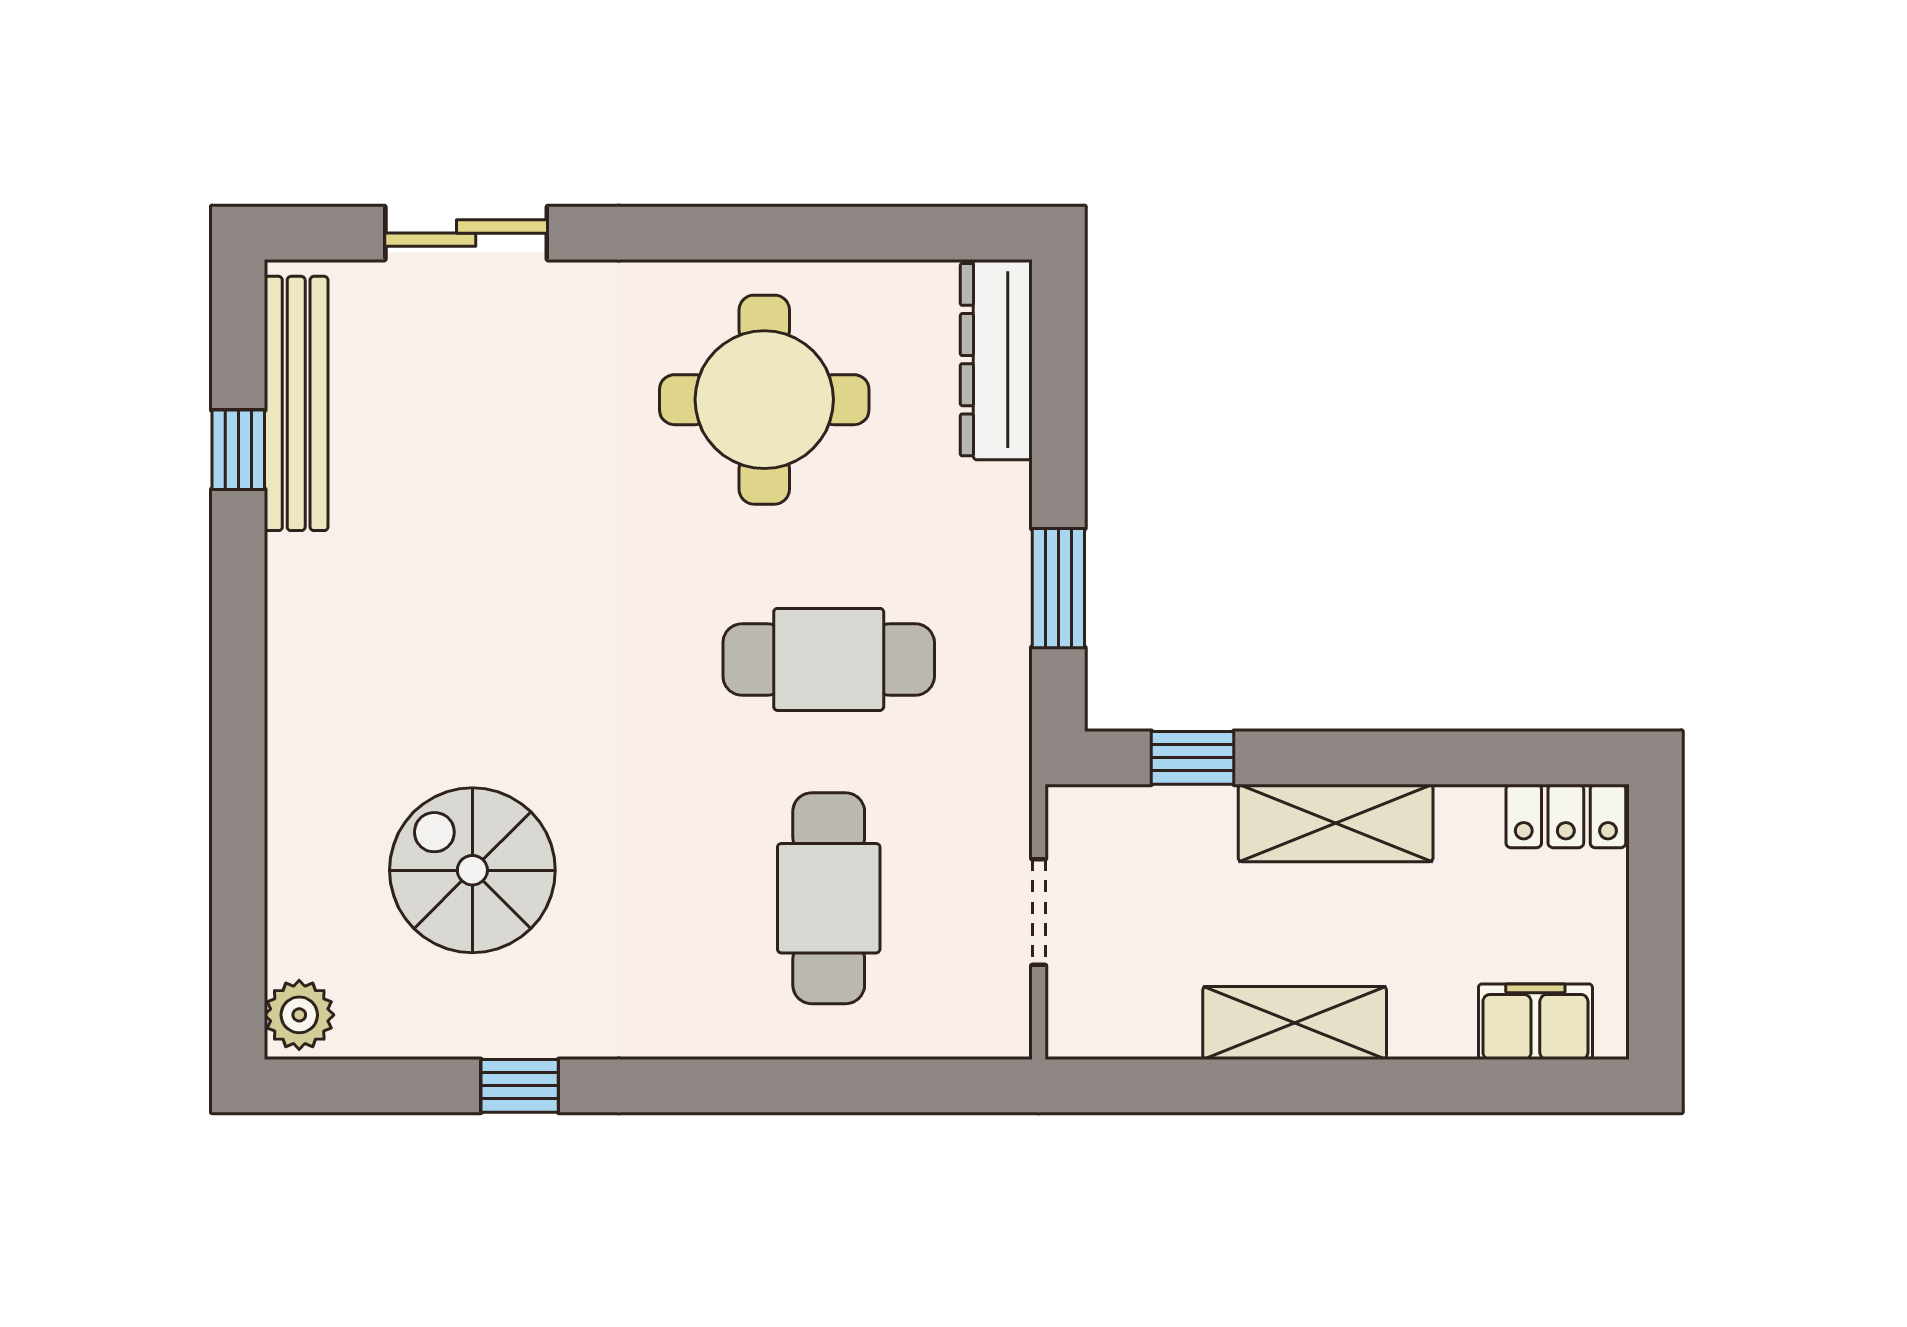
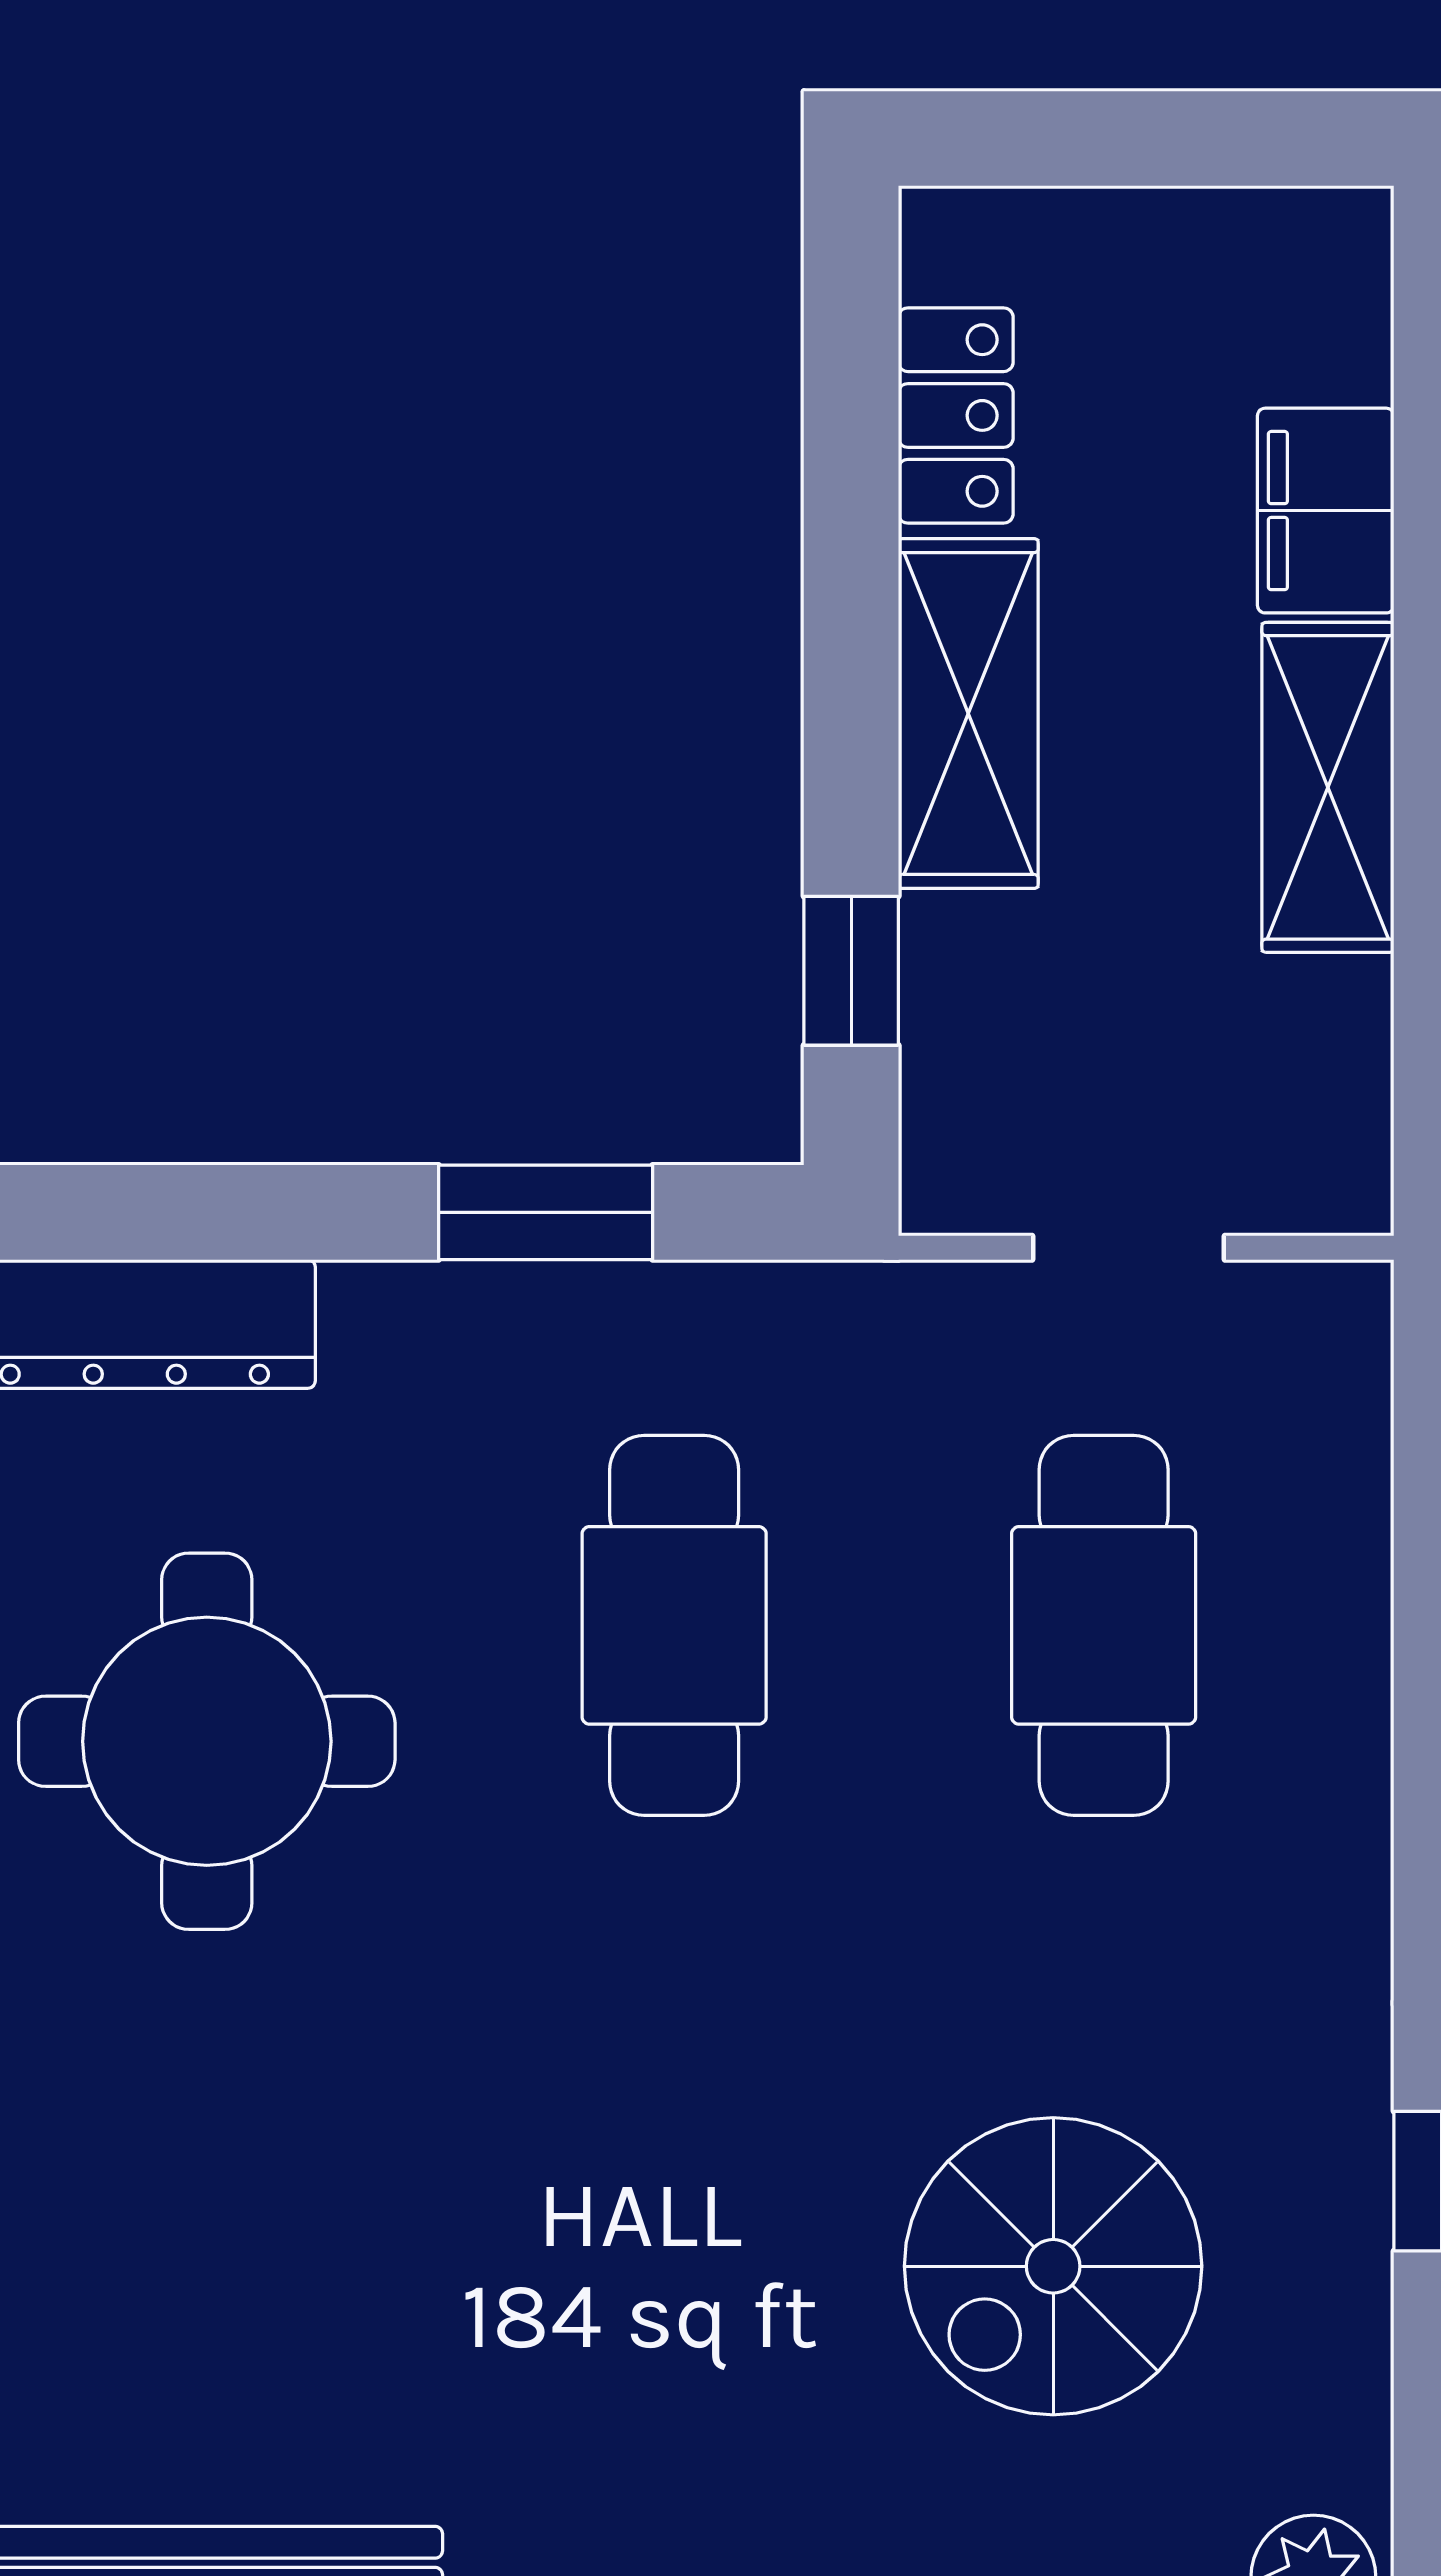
locker: (1566, 816) -> (956, 415), moved
cafe table: (829, 898) -> (1104, 1625), turned 90
filing cabinet: (1535, 1022) -> (1326, 511), moved

